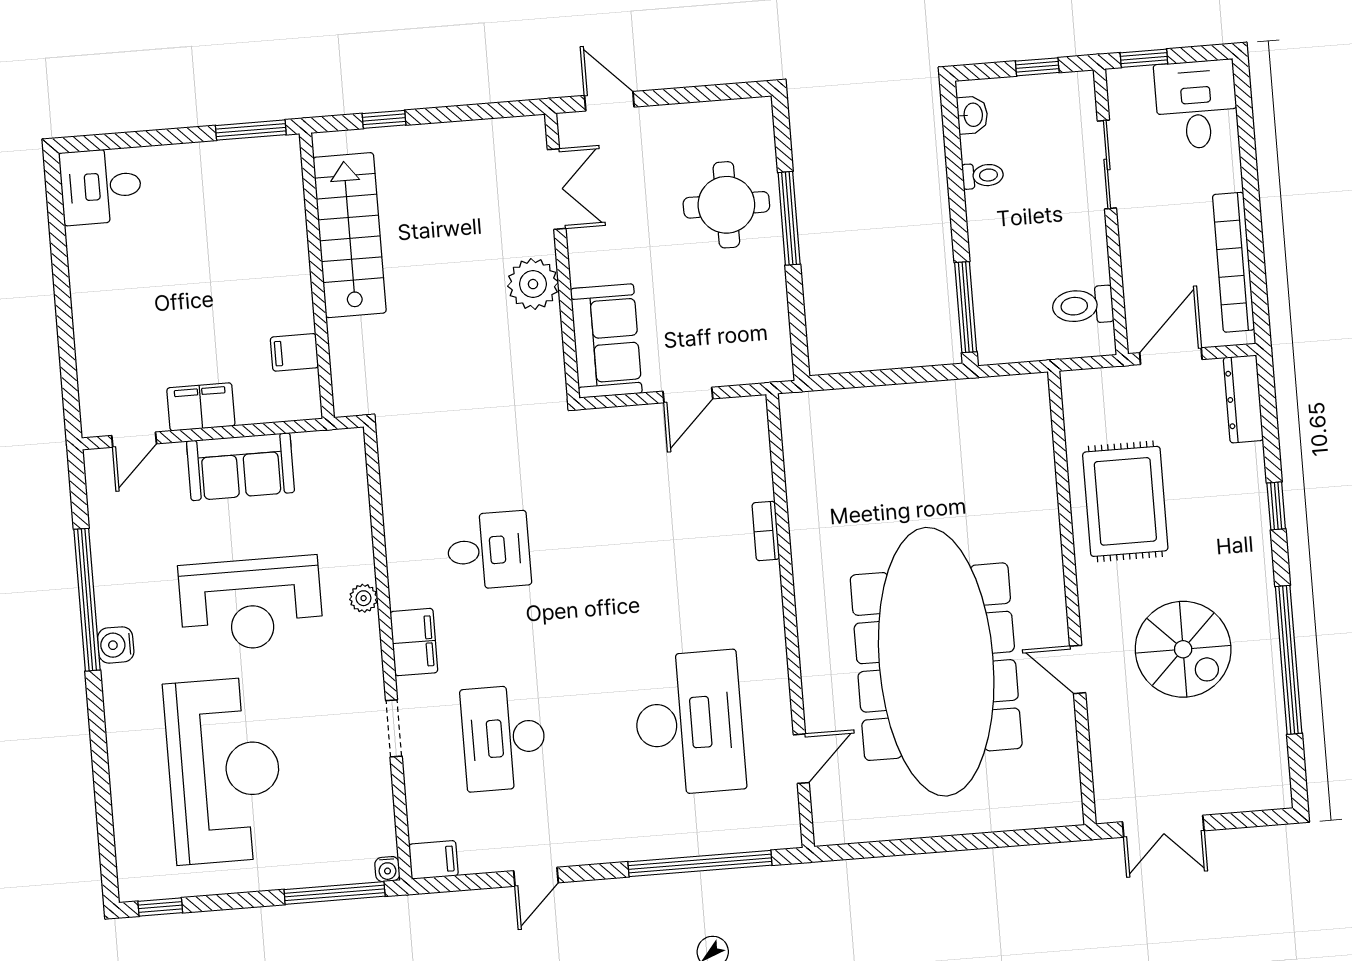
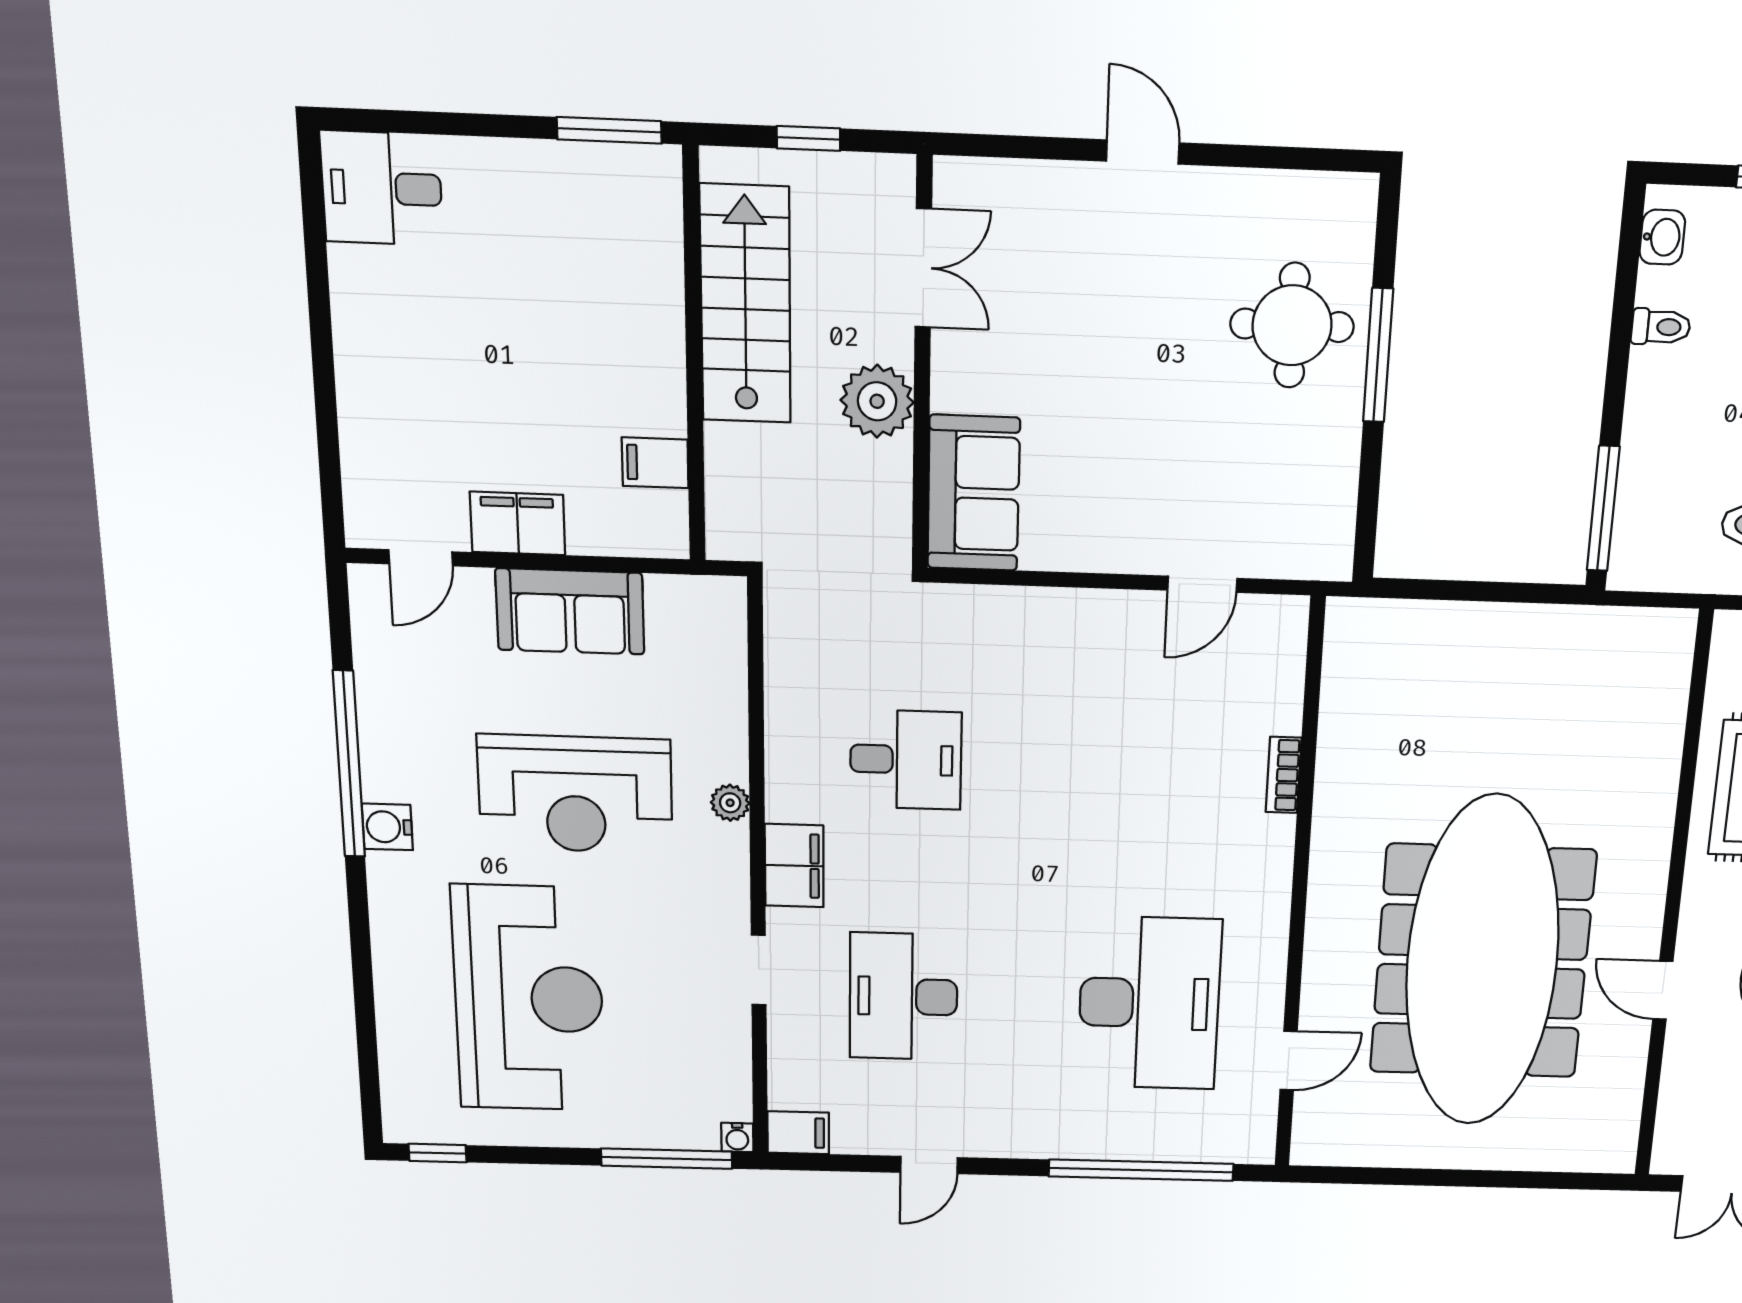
double door: (557, 189) -> (923, 268), moved
wall: (562, 256) -> (922, 366), moved
plant: (533, 284) -> (877, 401), moved
sofa: (606, 341) -> (974, 493), moved

